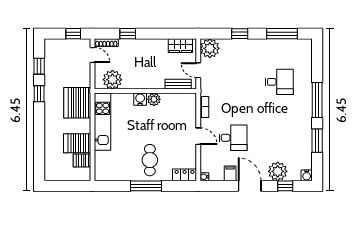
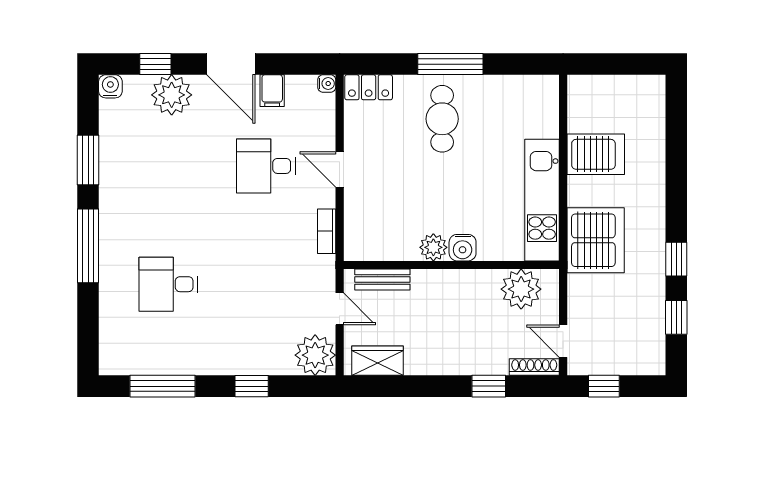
server rack: (82, 160) -> (586, 118), removed

